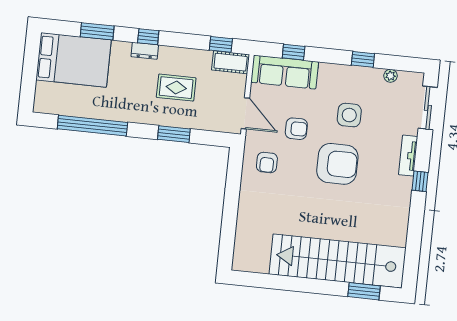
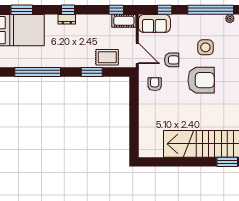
window: (97, 31) -> (22, 10), moved
window: (363, 59) -> (211, 10), width x3.17
sofa: (285, 72) -> (154, 24), width x0.73
rug: (176, 88) -> (107, 57), moved
armchair: (267, 162) -> (155, 84), turned 180

